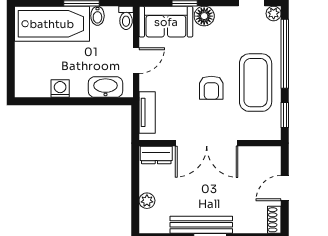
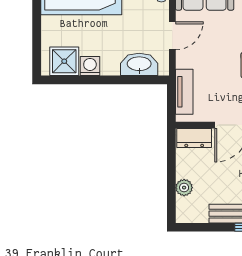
shower: (36, 84) -> (64, 61), added

